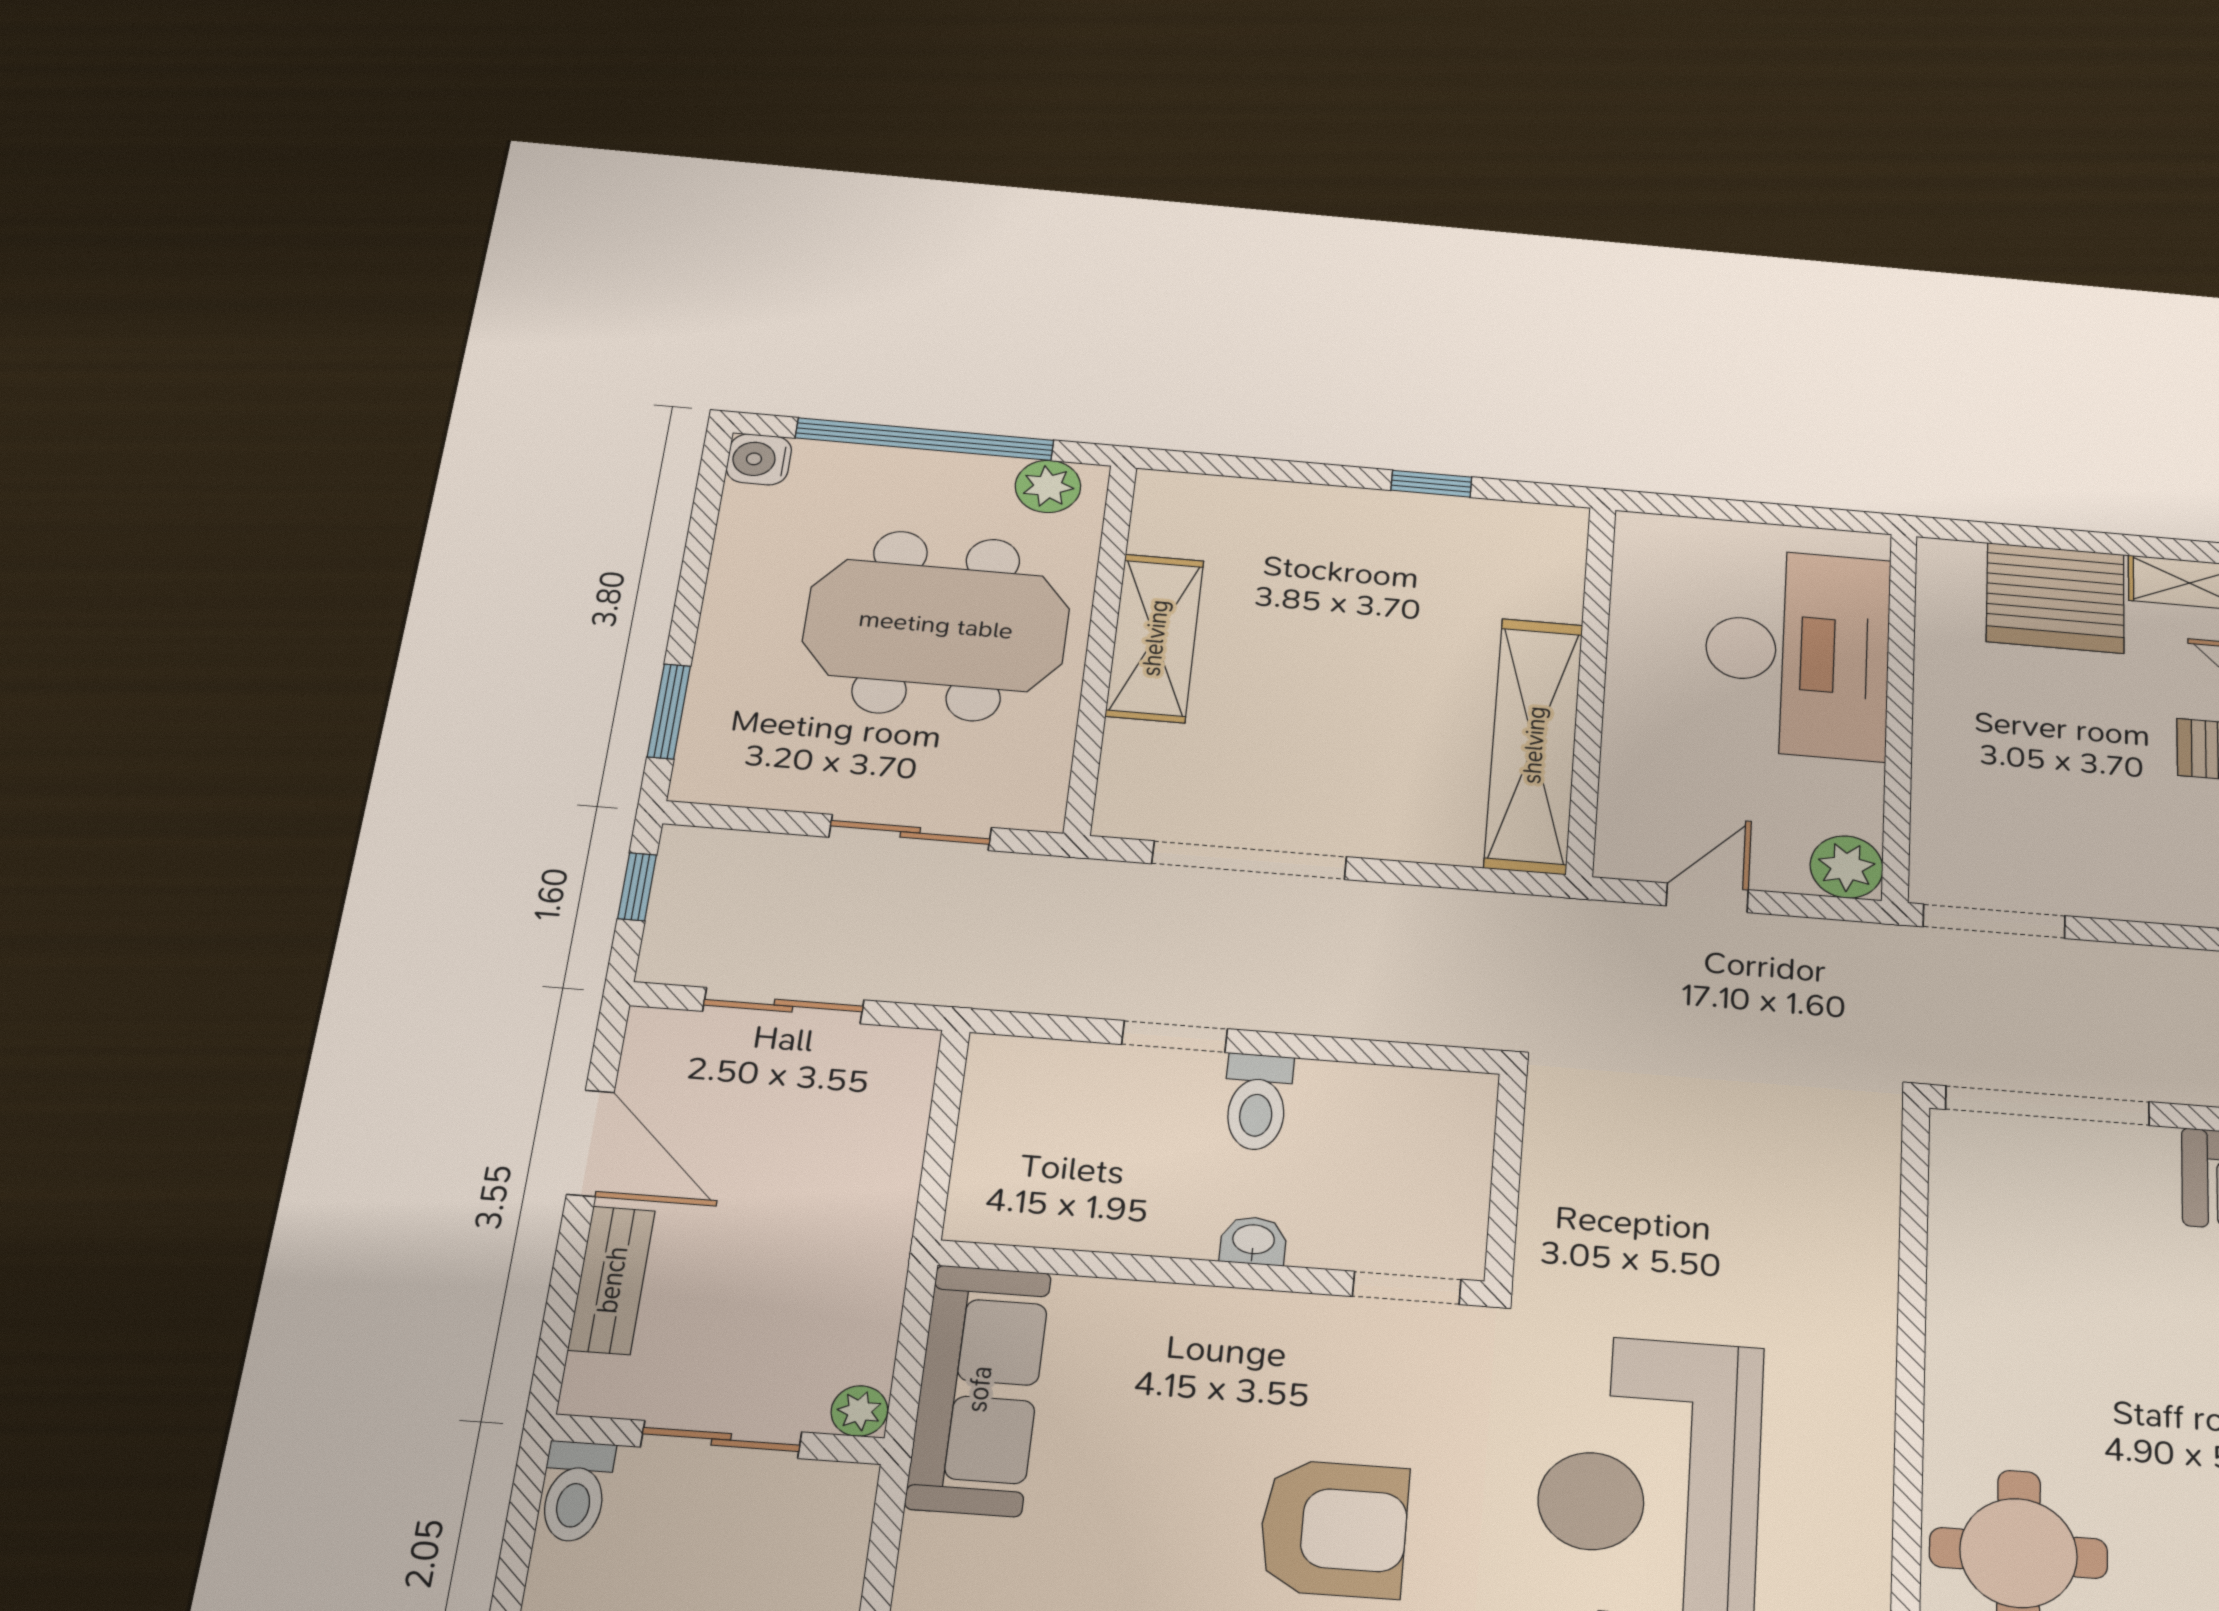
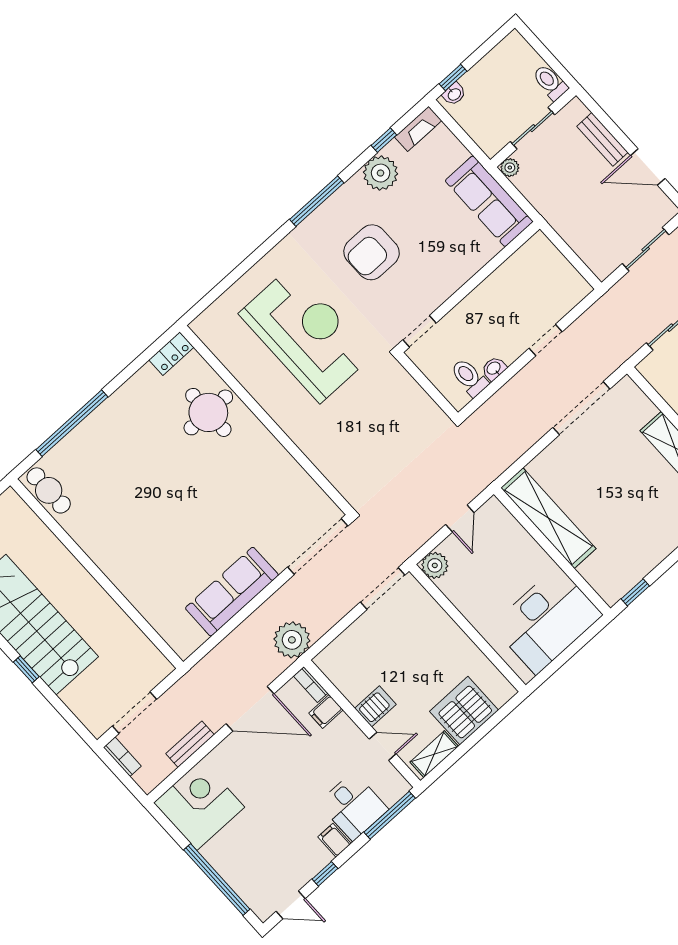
window: (1431, 484) -> (635, 592), moved
desk: (1797, 653) -> (547, 620), moved, turned -90
toilet: (1257, 1102) -> (469, 377), moved
washbasin: (1253, 1241) -> (494, 368), moved, turned 180

